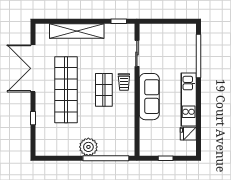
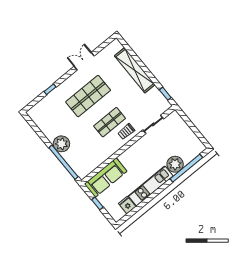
plant: (187, 63) -> (175, 164), added
double door: (33, 68) -> (84, 61), width x0.54
shop shelf: (66, 90) -> (88, 96), width x0.71
sofa: (149, 97) -> (106, 178), moved

